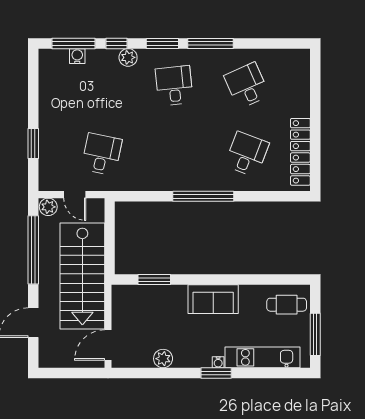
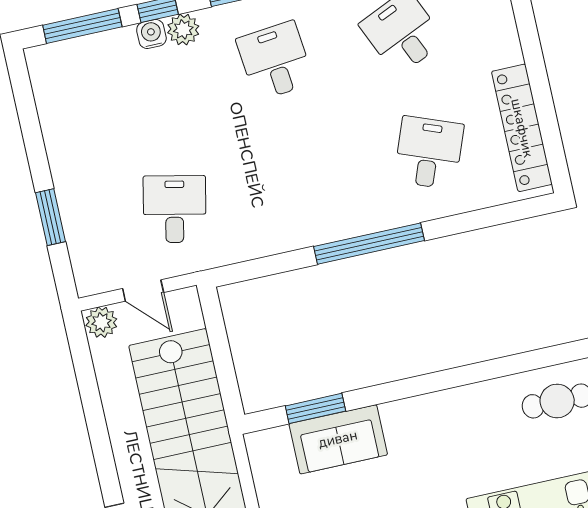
water cooler: (77, 56) -> (151, 34), moved
window: (33, 250) -> (92, 403), removed
sofa: (213, 299) -> (338, 439), moved

